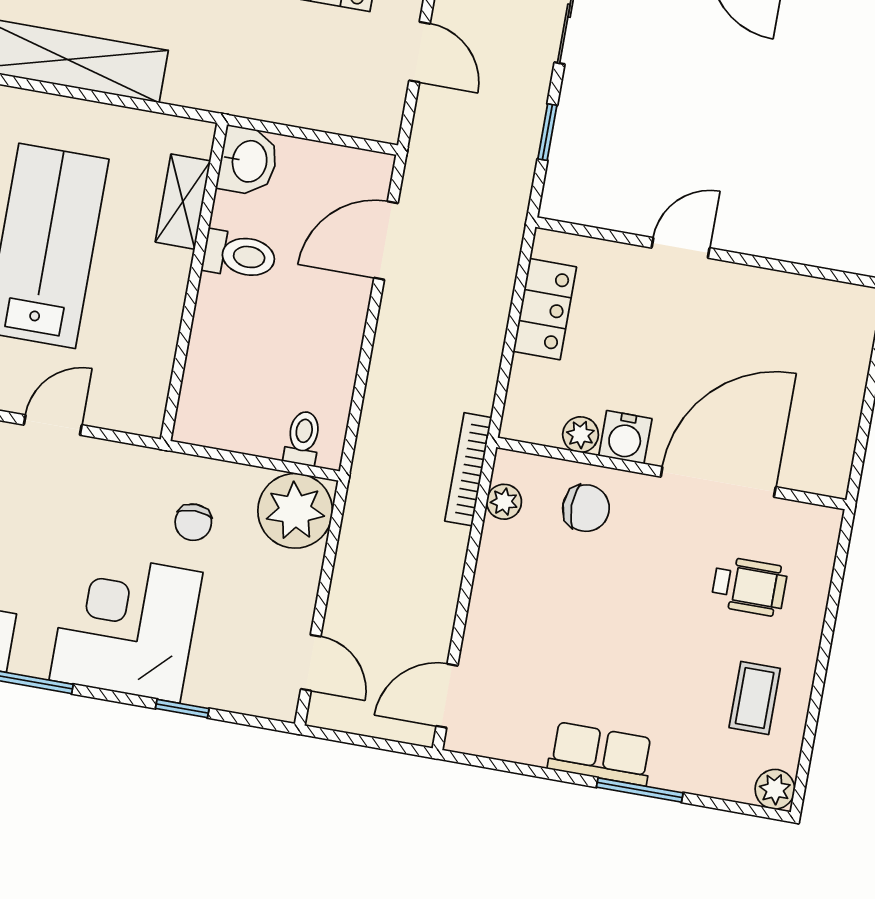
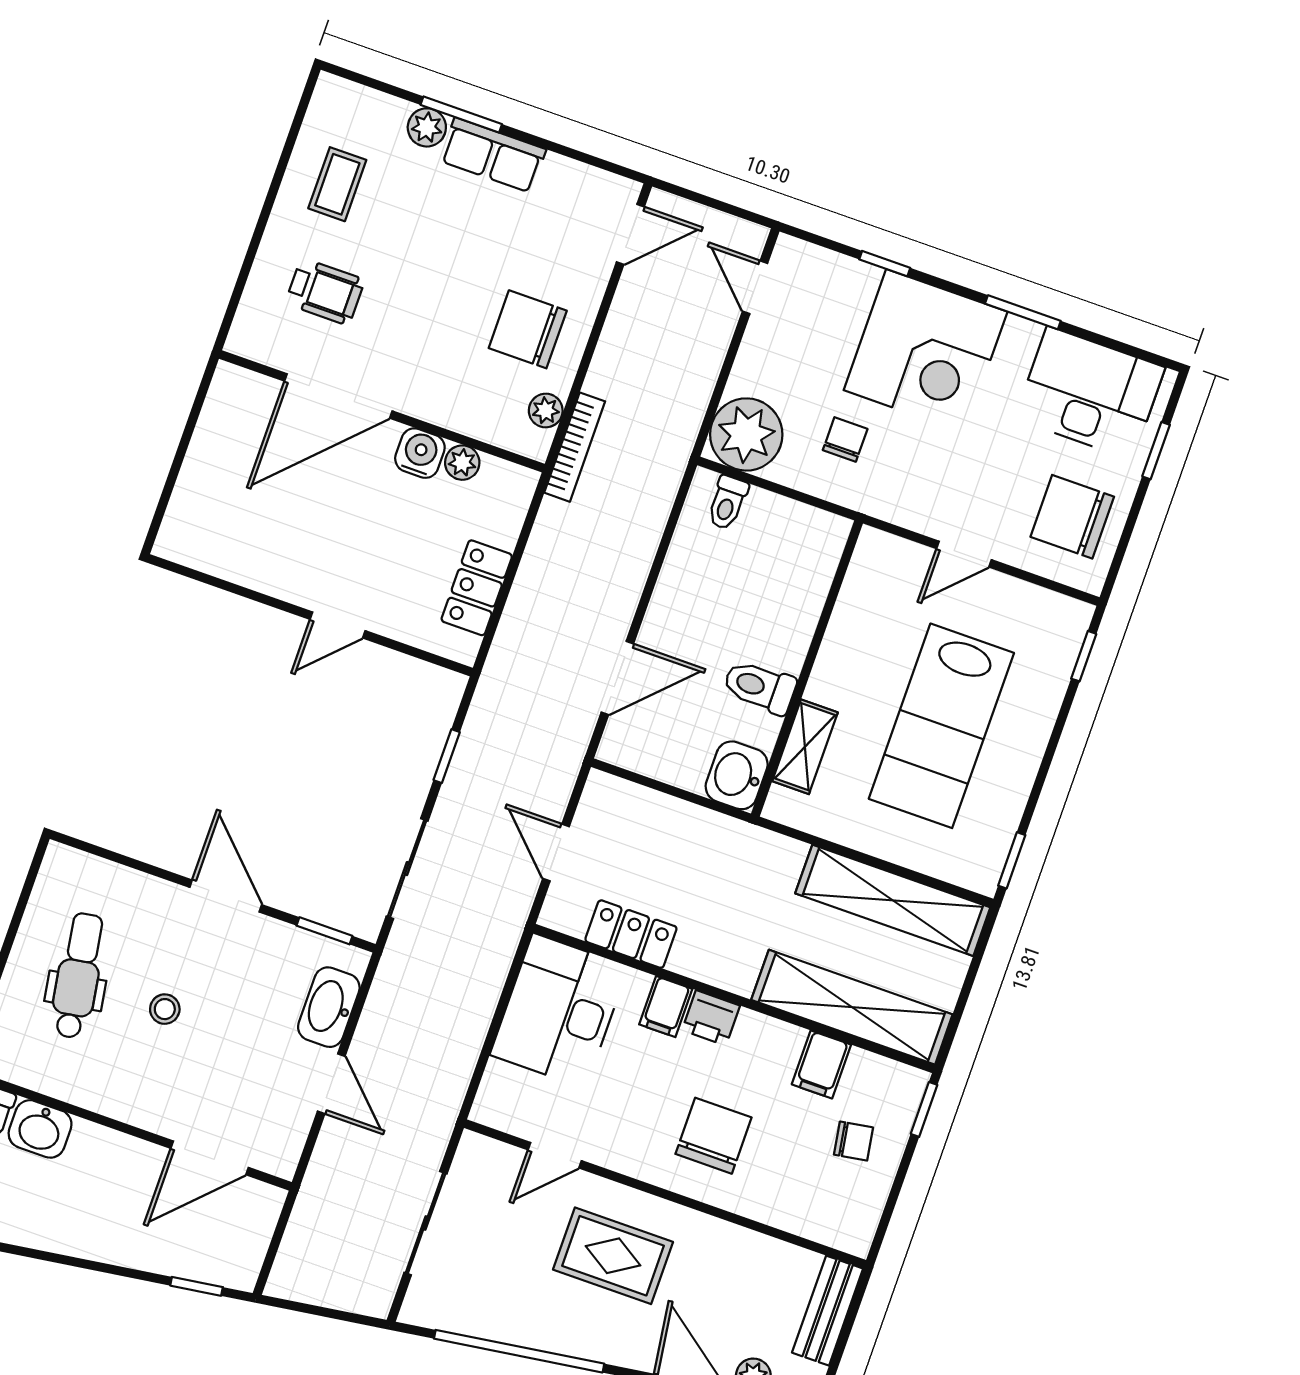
chair: (586, 508) -> (528, 329), moved, width x1.37, depth x1.37
wheelchair: (749, 586) -> (325, 292), turned 180
plant: (775, 789) -> (427, 127), moved

